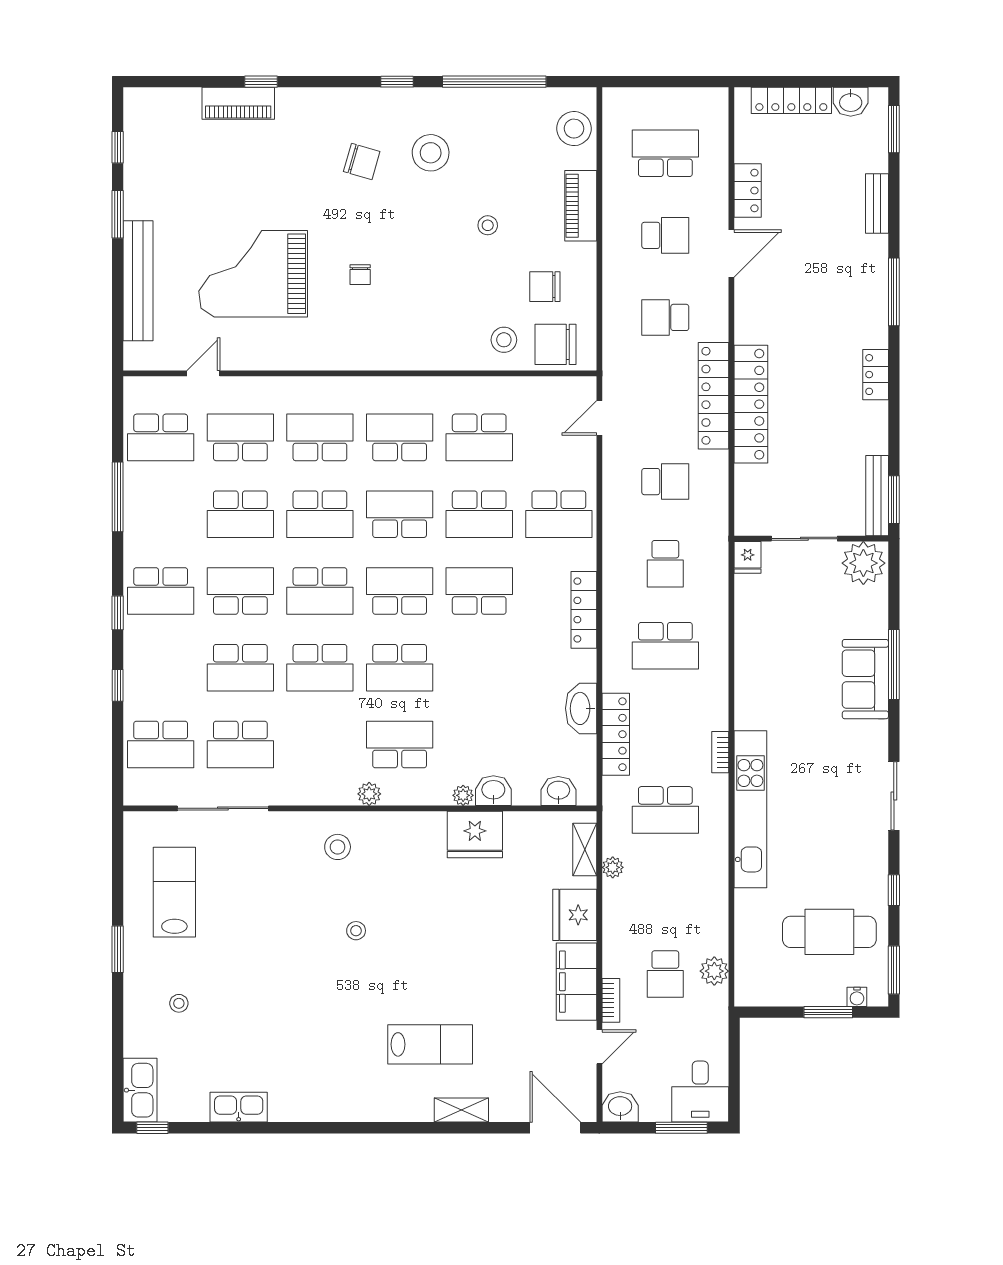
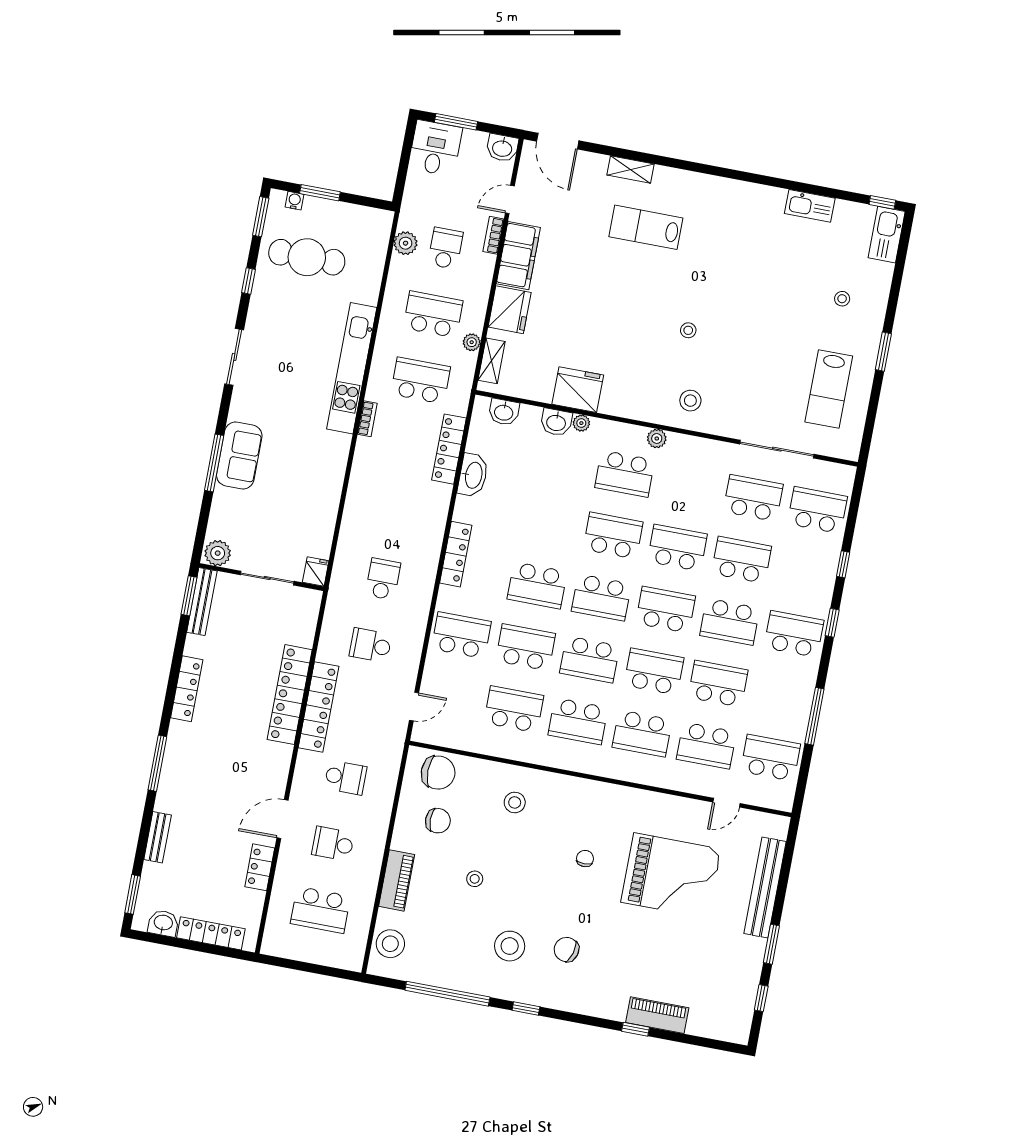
stool: (504, 340) -> (515, 802), moved
locker: (876, 375) -> (187, 689), width x1.53
plant: (863, 563) -> (218, 553), width x0.73, depth x0.73
school desk: (665, 646) -> (433, 314), moved

